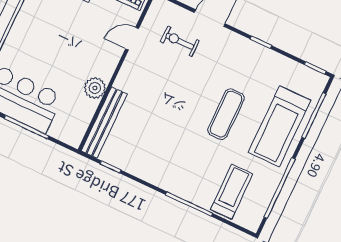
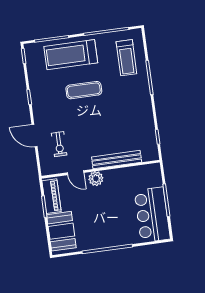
plant: (95, 88) -> (96, 179), moved
bench: (104, 123) -> (117, 160), moved
treadmill: (279, 126) -> (71, 55), turned 180
treadmill: (232, 192) -> (126, 58), turned -90

